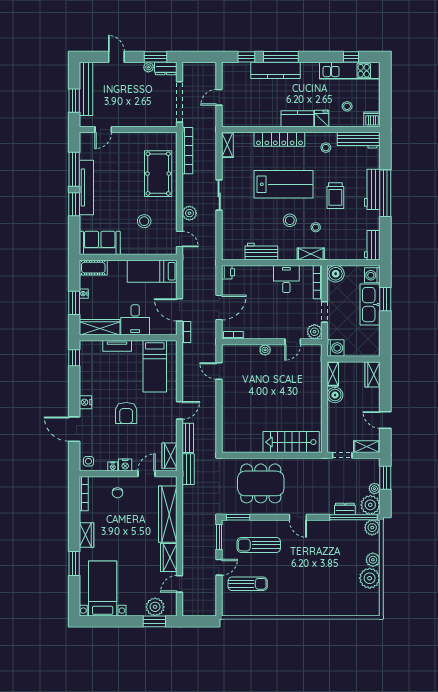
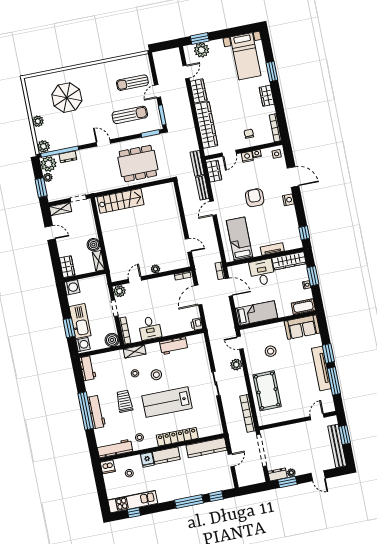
kitchen counter: (275, 70) -> (206, 448), moved, turned 180
shelving: (227, 145) -> (217, 424), removed
washing machine: (336, 348) -> (72, 287), moved, turned 180
plant: (370, 578) -> (38, 106), removed
parasol: (332, 582) -> (67, 98), added

